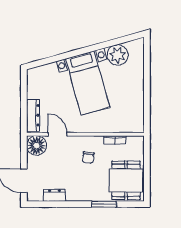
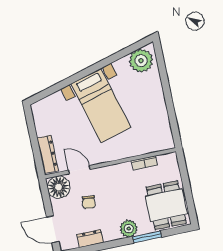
plant: (117, 55) -> (141, 61), moved
chair: (88, 157) -> (89, 202), moved
plant: (89, 194) -> (129, 229), added

